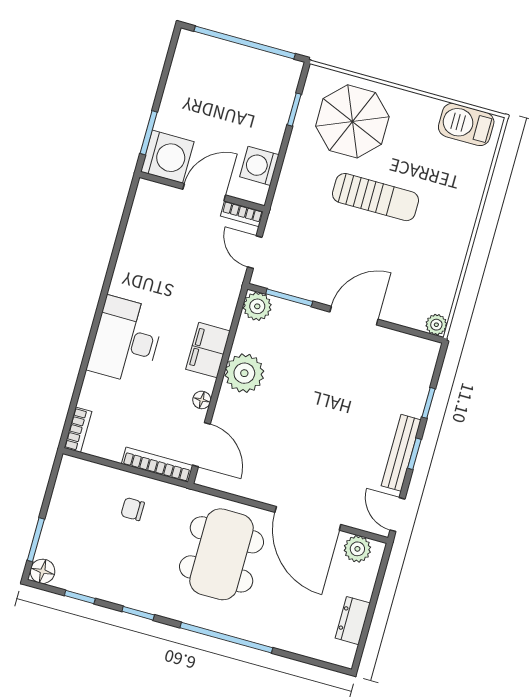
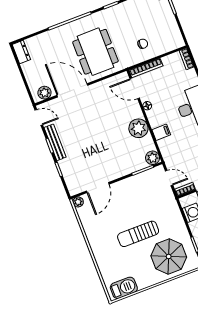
door: (354, 316) -> (98, 188), moved
filing cabinet: (208, 350) -> (161, 132), width x0.50
dresser: (353, 621) -> (21, 52), moved

